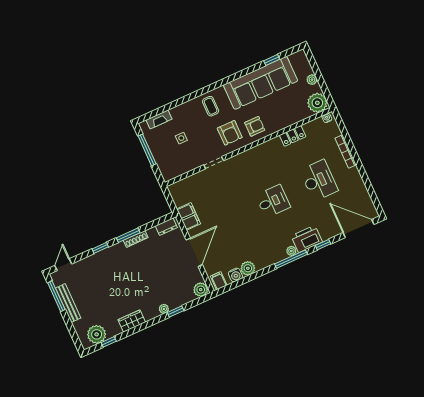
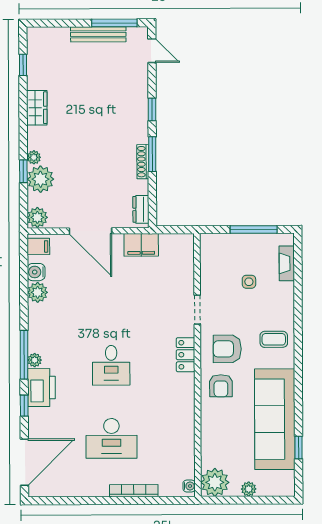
locker: (293, 136) -> (186, 355), moved
plant: (97, 334) -> (40, 179), moved

